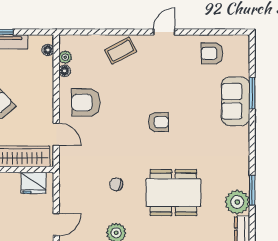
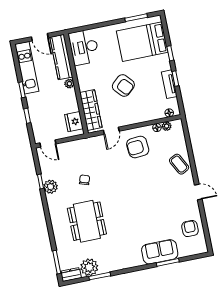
armchair: (86, 103) -> (138, 147), turned -95
armchair: (158, 122) -> (134, 201), removed

